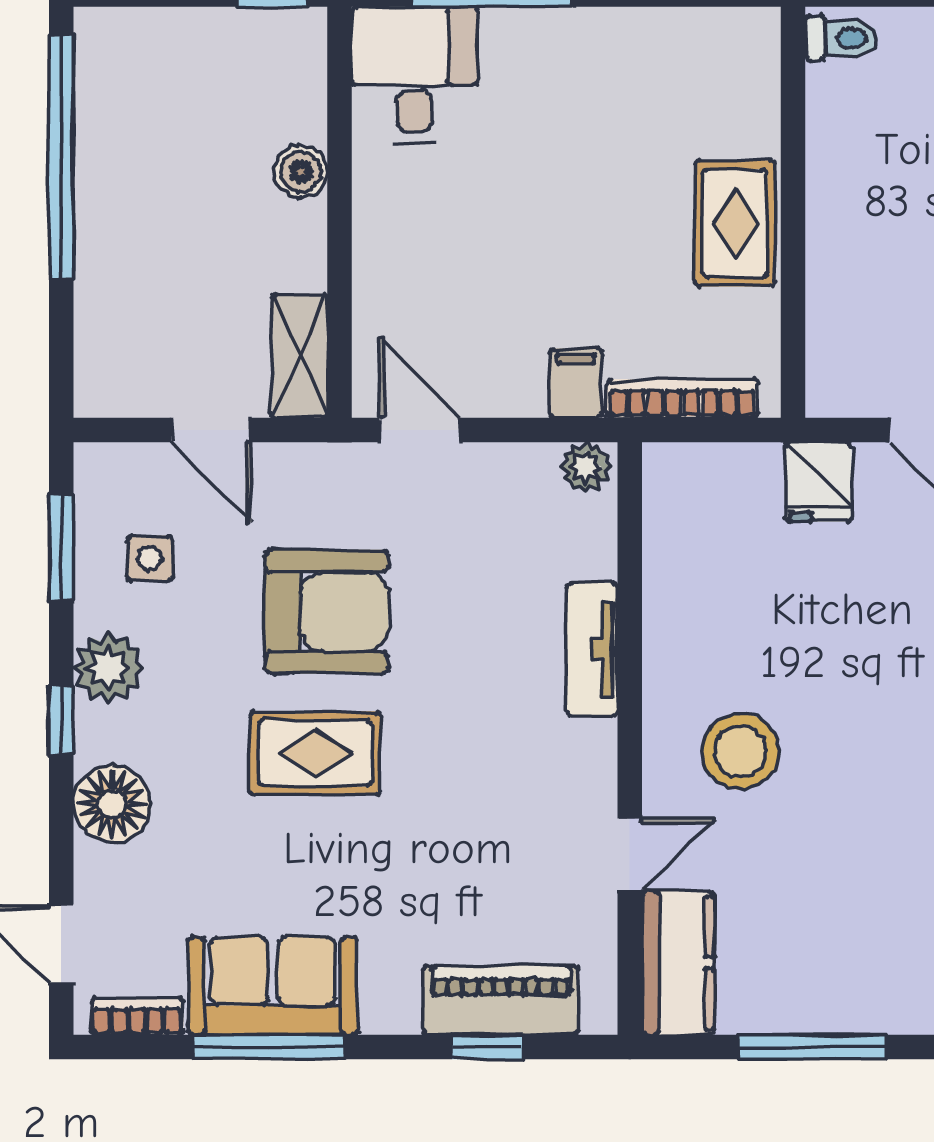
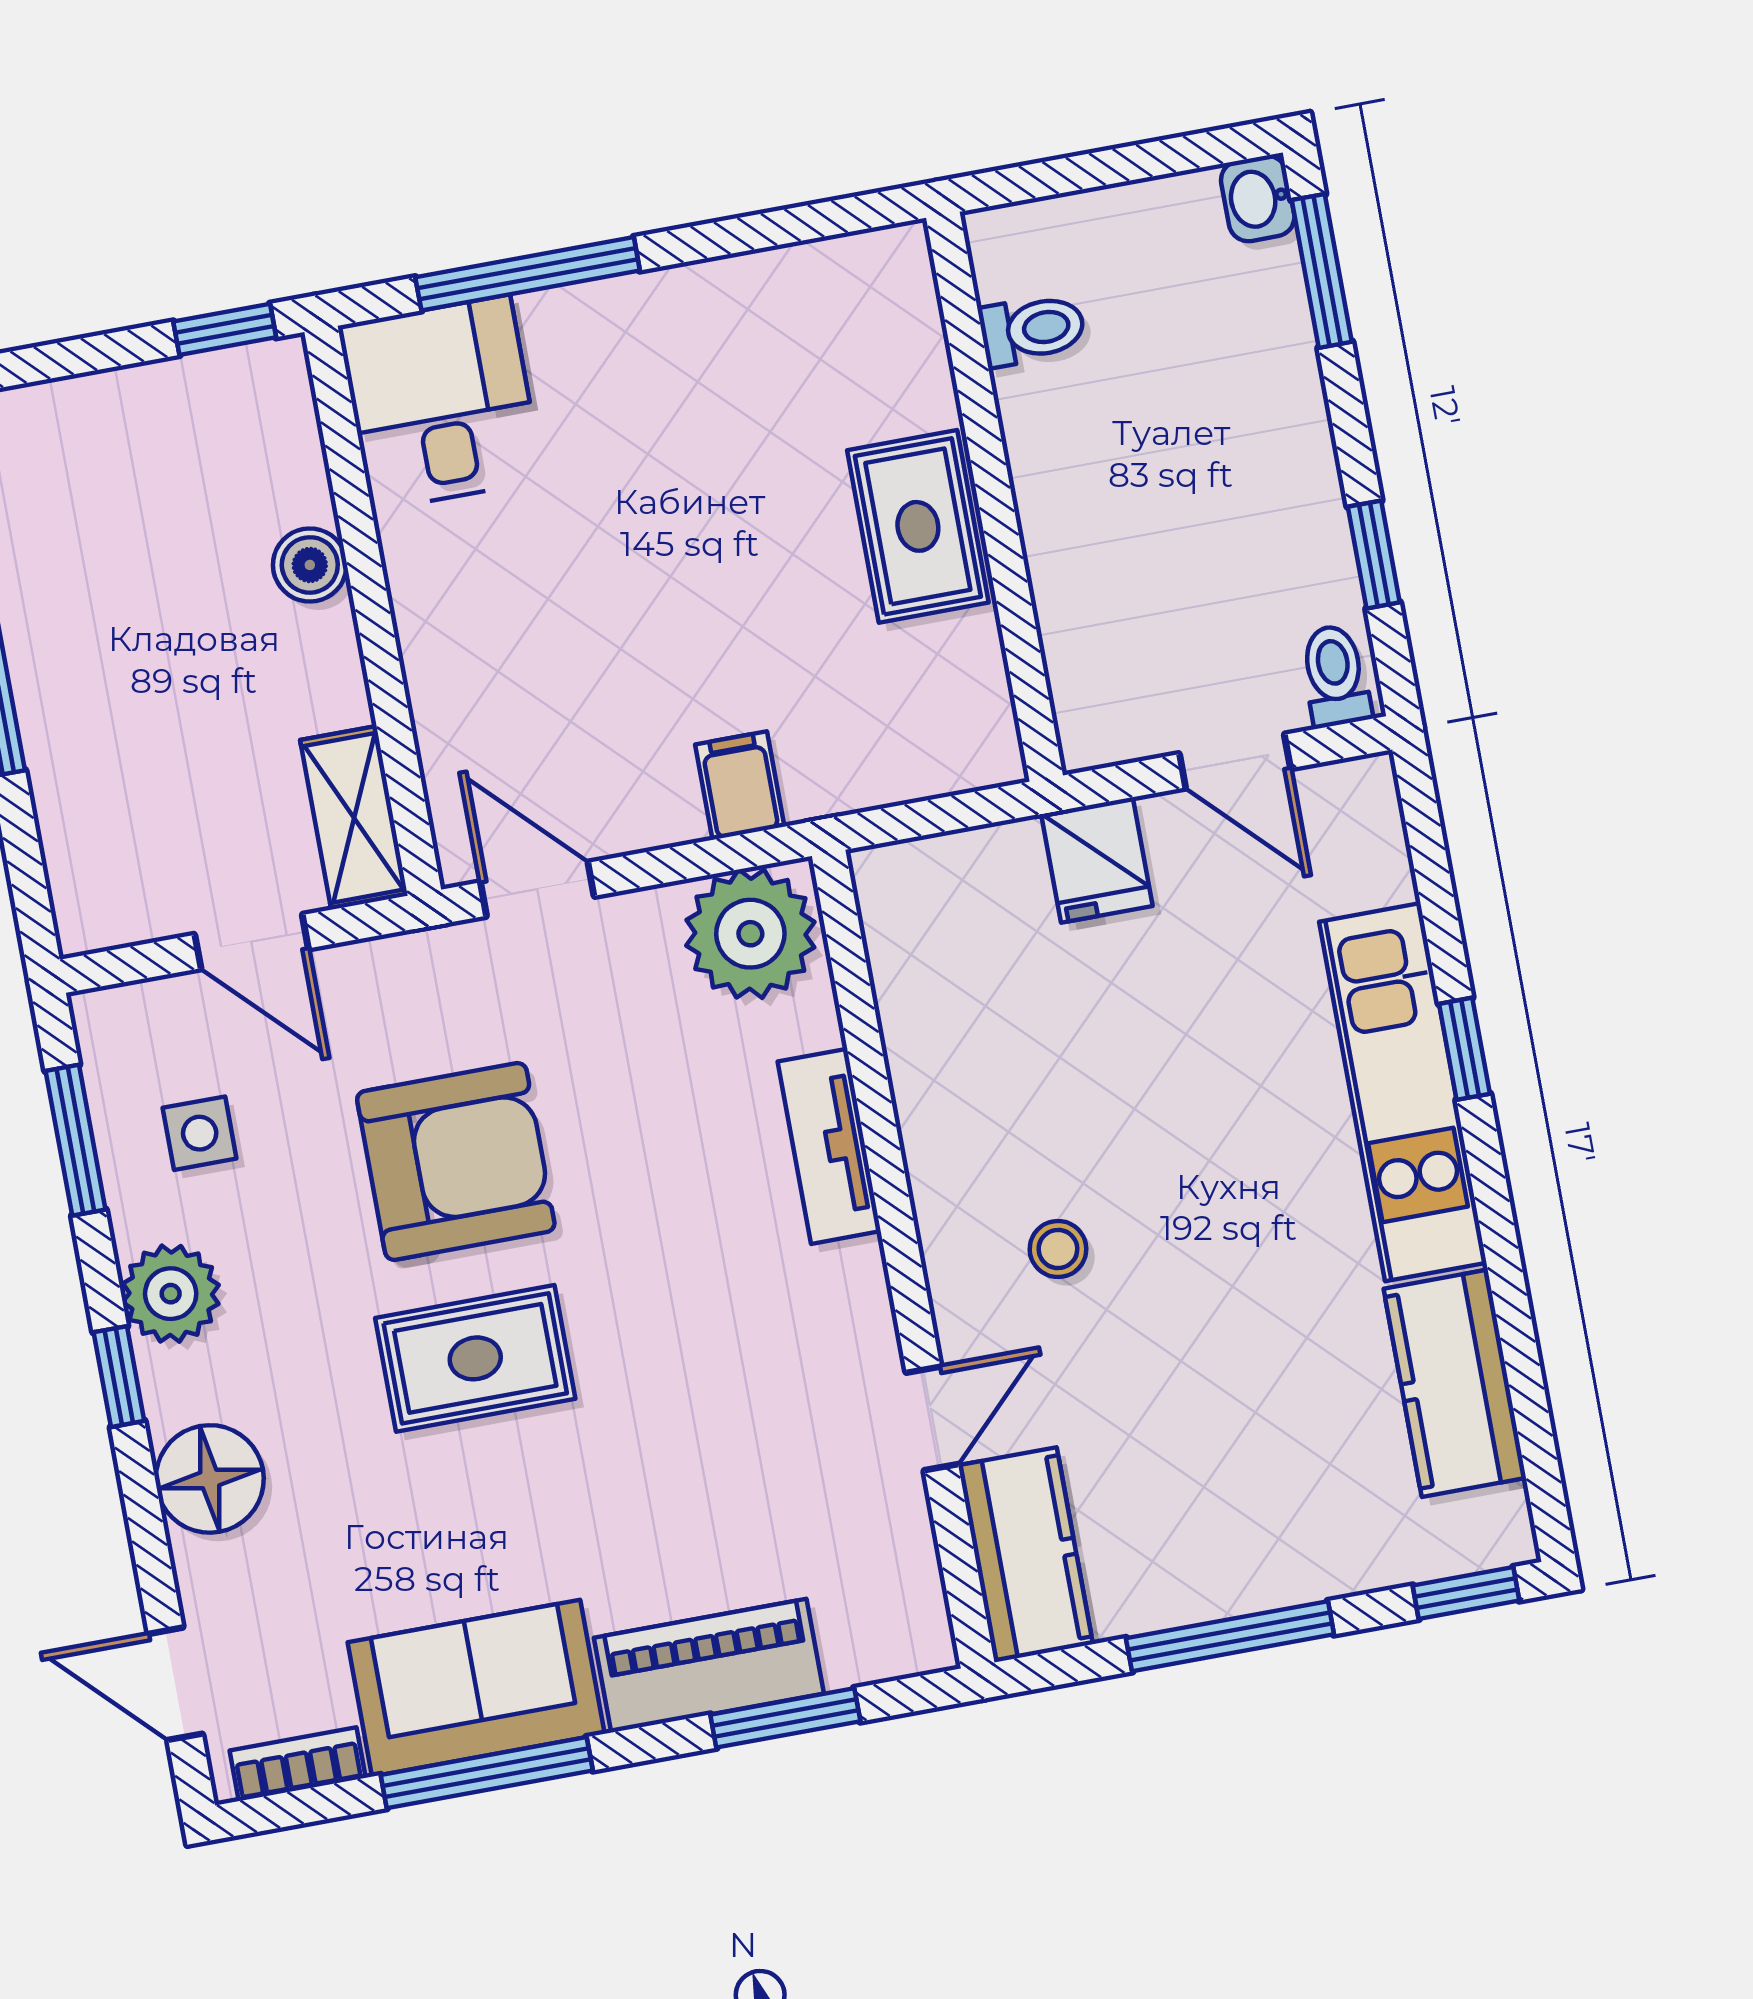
toilet: (841, 38) -> (1032, 330), moved
bookcase: (682, 399) -> (890, 780), removed
plant: (586, 467) -> (750, 934), width x1.88, depth x1.88
stool: (740, 751) -> (1058, 1249), width x0.53, depth x0.53
piano: (501, 1000) -> (709, 1666), moved
window: (487, 1047) -> (785, 1718), width x1.50

